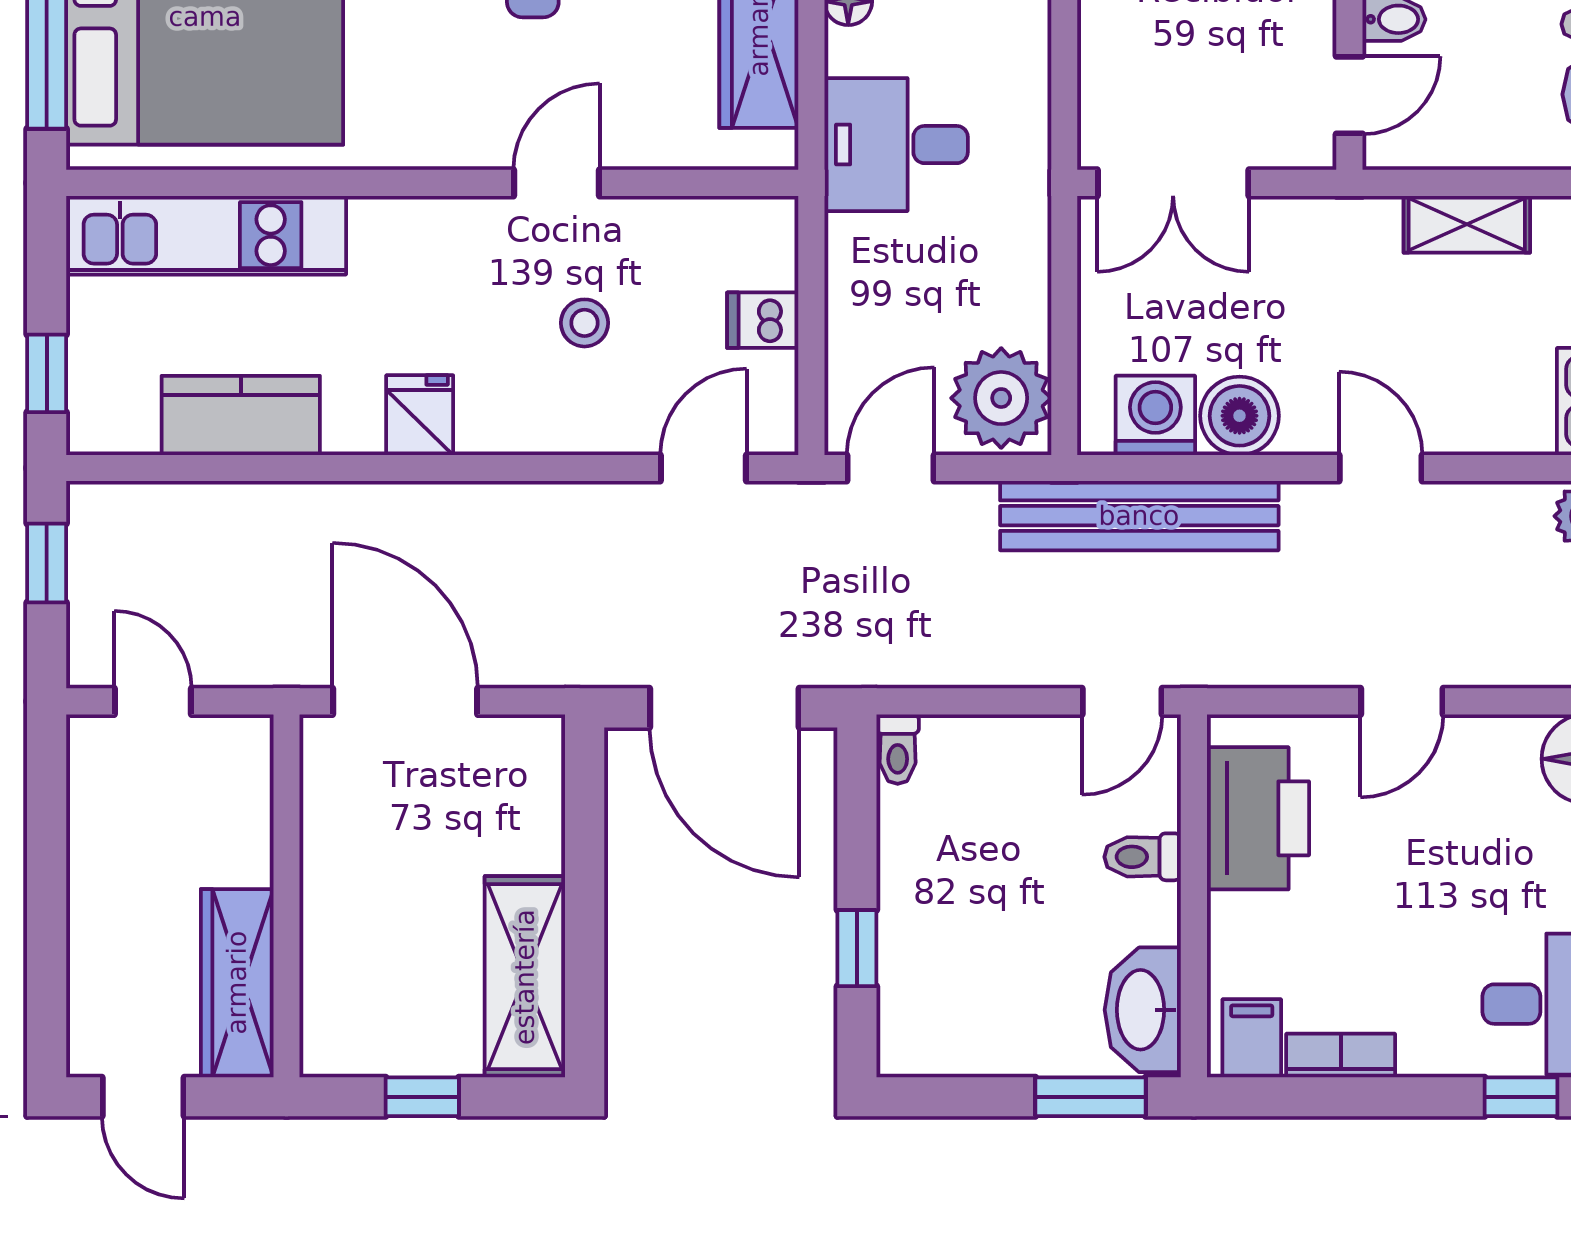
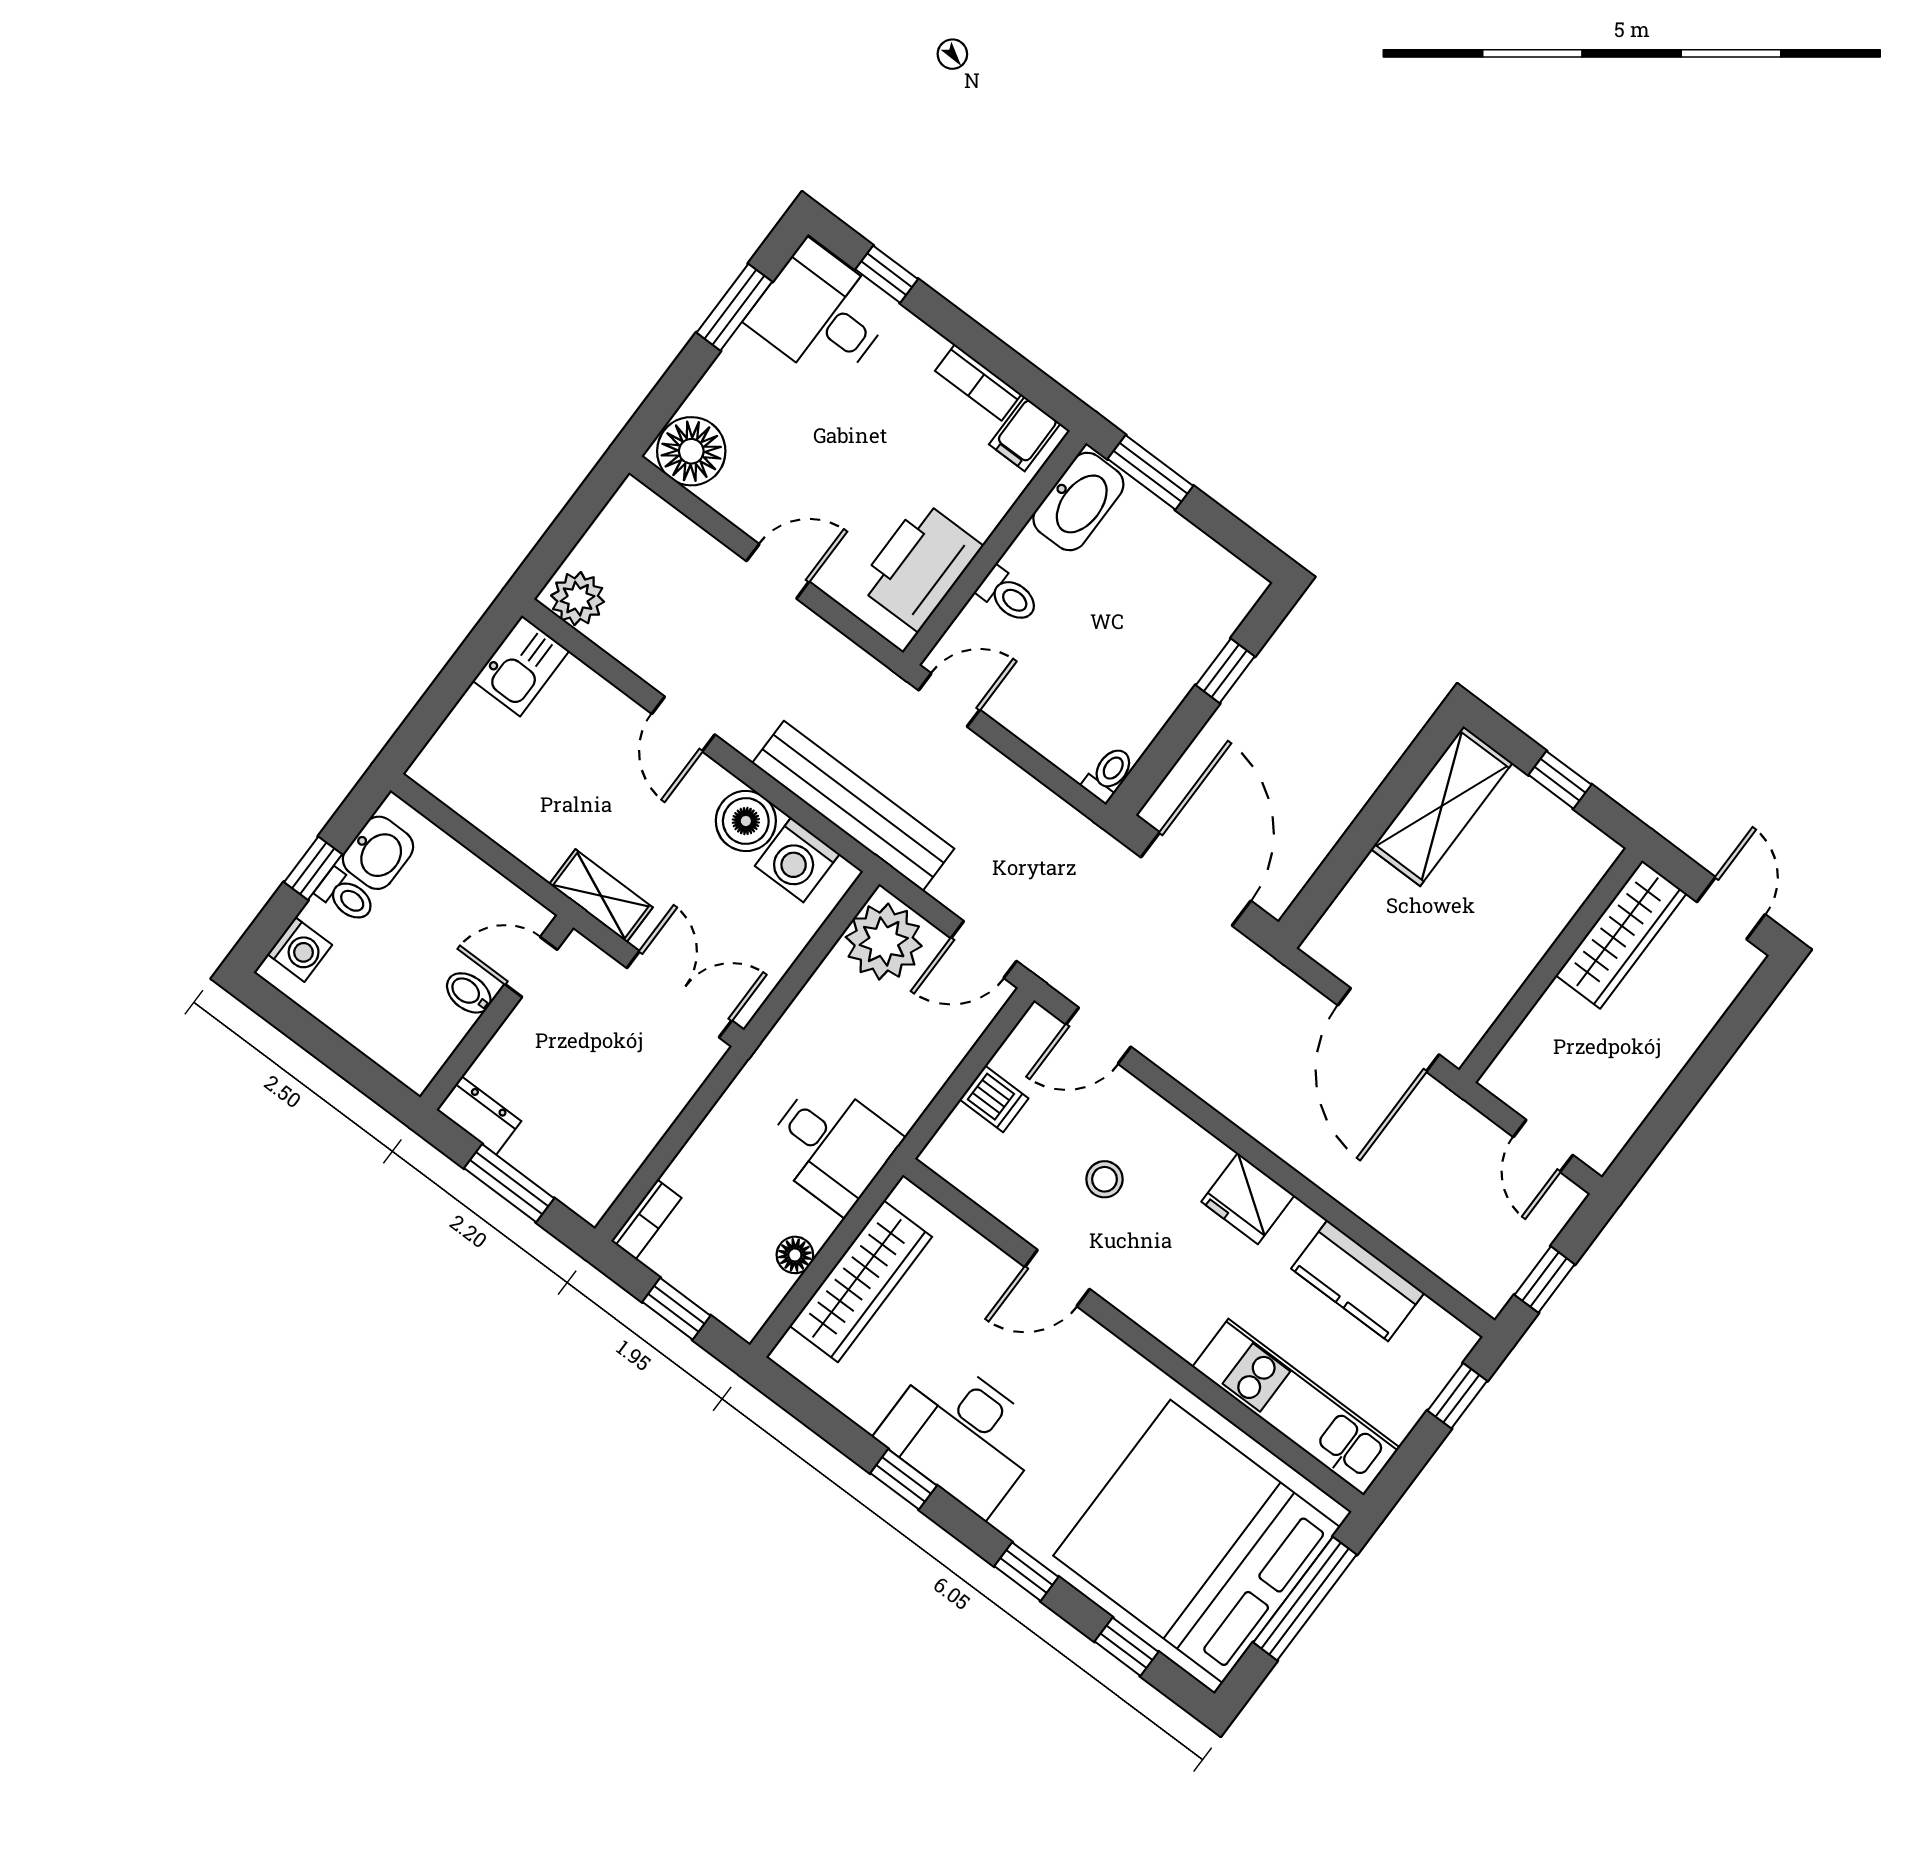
shelving: (1467, 224) -> (601, 896), moved
fridge: (420, 415) -> (1248, 1199), width x1.38

